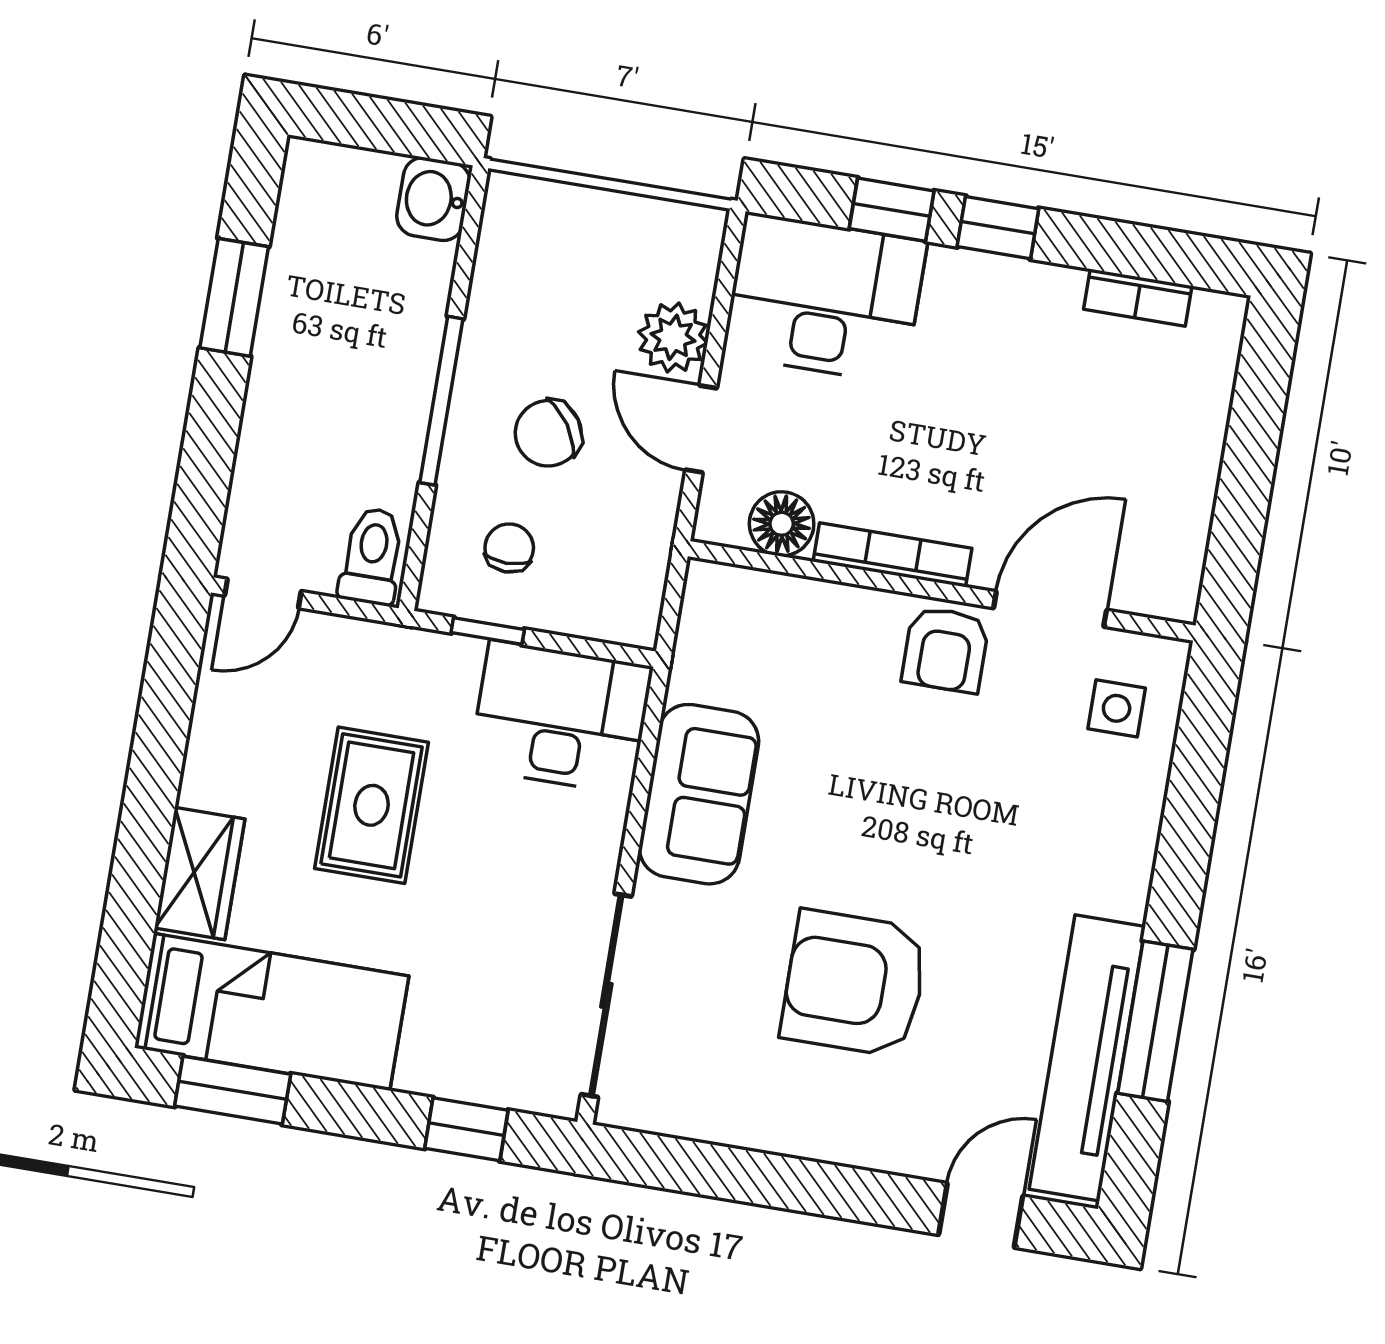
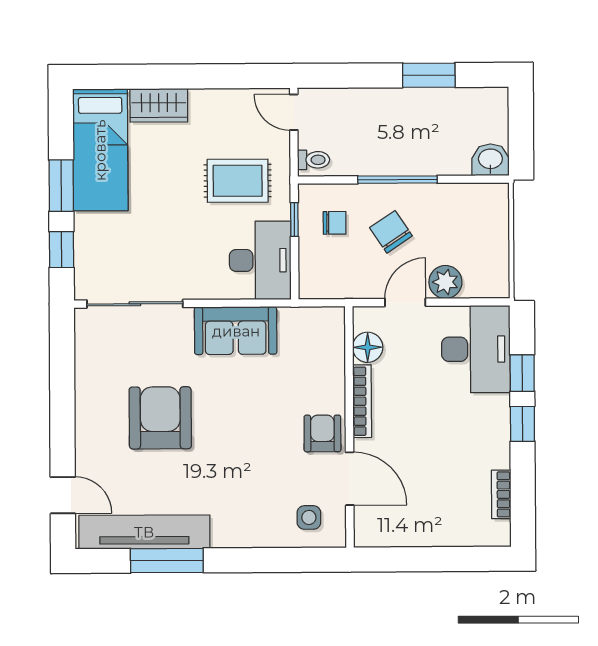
toilet: (372, 556) -> (314, 160), width x0.73, depth x0.72
armchair: (946, 650) -> (322, 433), turned 90
rug: (372, 805) -> (238, 181), moved
window: (233, 1090) -> (61, 186), moved

